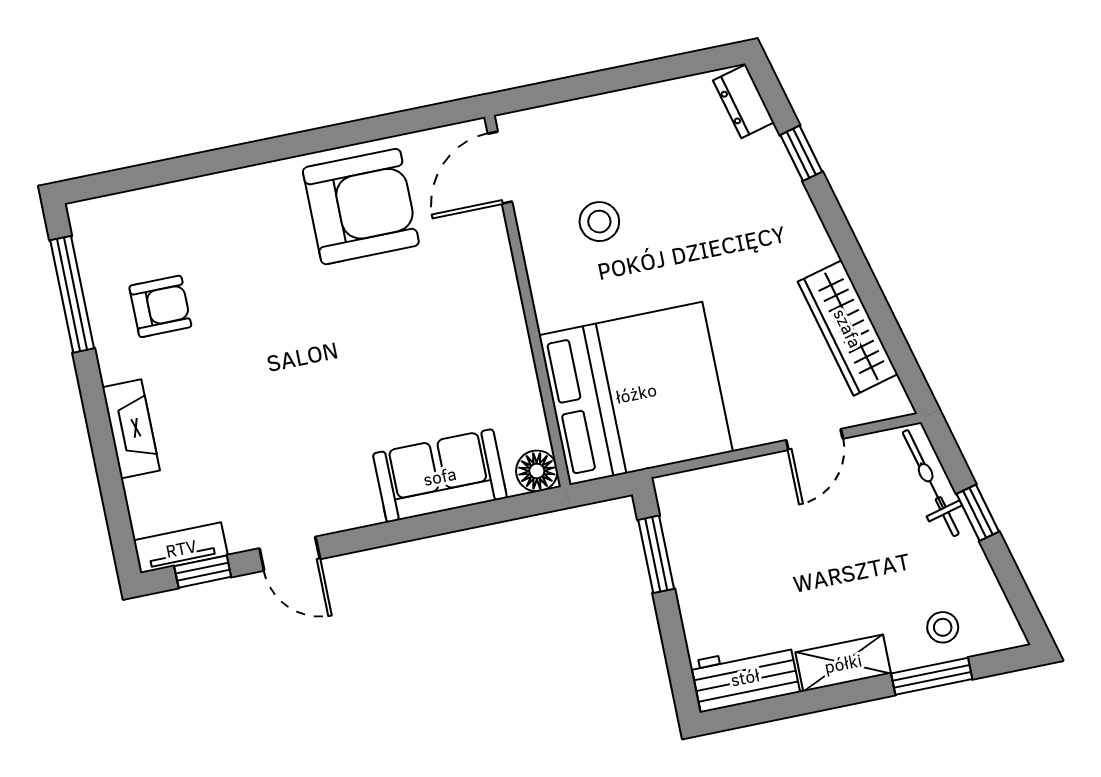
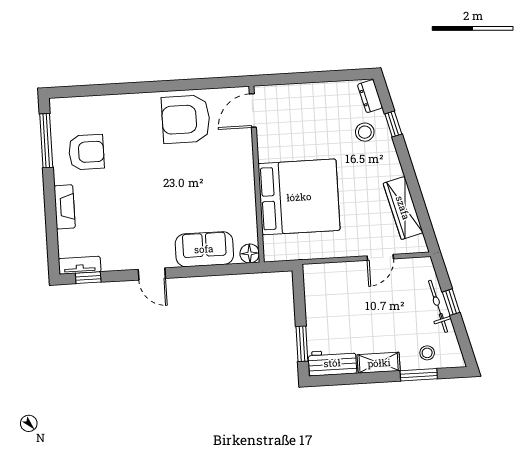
armchair: (361, 207) -> (186, 119), turned 180
stool: (599, 222) -> (365, 132), moved
armchair: (160, 306) -> (86, 152), width x1.38, depth x1.38
bed: (636, 393) -> (299, 197), moved
bicycle: (931, 483) -> (438, 306), moved
door: (290, 554) -> (152, 274), moved
window: (656, 554) -> (302, 344), moved

